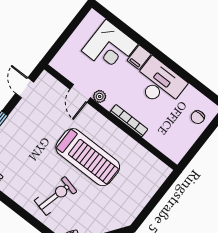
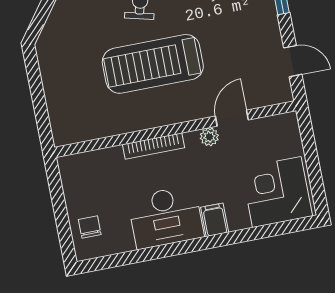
corner desk: (110, 47) -> (277, 192), moved
door: (80, 93) -> (232, 118), hinge flipped

